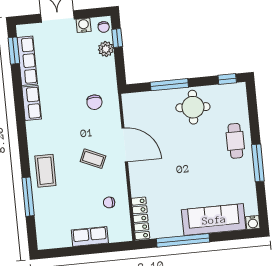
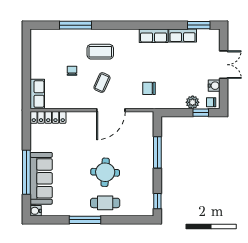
row of seats: (27, 61) -> (183, 36), width x0.68
round table: (193, 107) -> (105, 172), moved
coffee table: (45, 171) -> (100, 52), moved
chair: (109, 202) -> (72, 71), moved
row of seats: (90, 236) -> (37, 94), moved
window: (183, 240) -> (26, 172), moved

